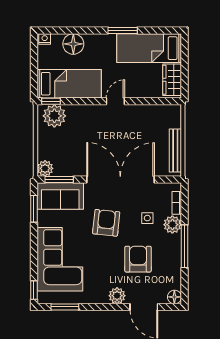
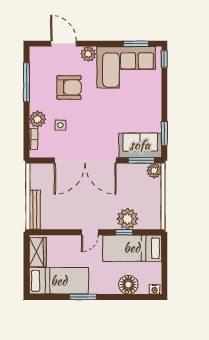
window: (51, 101) -> (124, 232), moved
plant: (54, 116) -> (127, 219), moved
bench: (175, 151) -> (35, 210), moved
armchair: (106, 223) -> (98, 121), removed
window: (184, 246) -> (26, 82), moved
corner sofa: (60, 259) -> (126, 67), moved, turned -90
armchair: (138, 259) -> (69, 88), turned -90
floor lamp: (174, 297) -> (36, 53), removed

